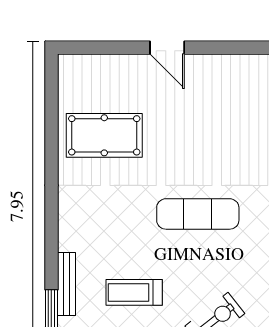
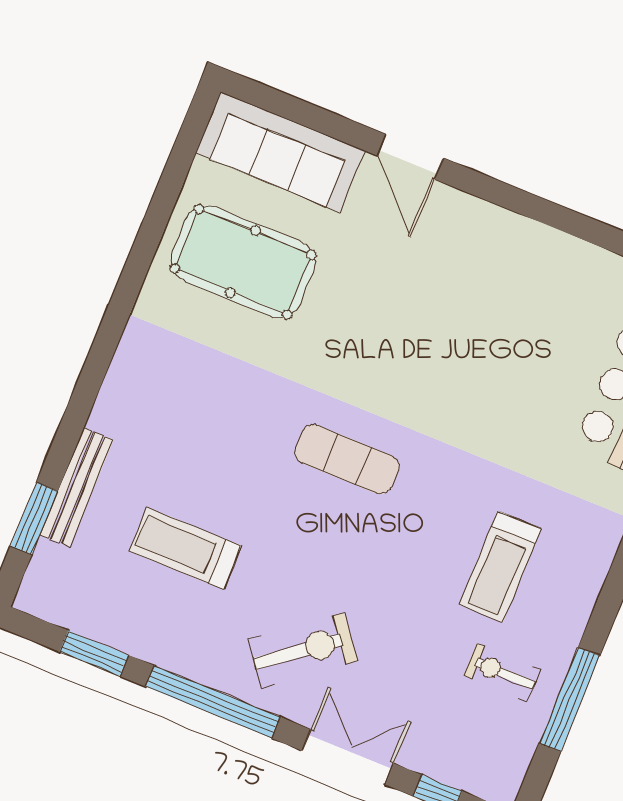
sofa: (100, 72) -> (280, 152), added
exercise mat: (198, 214) -> (347, 459), width x0.73, depth x0.69

